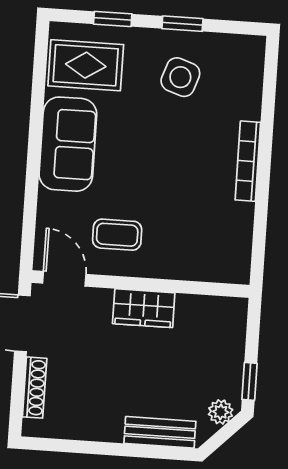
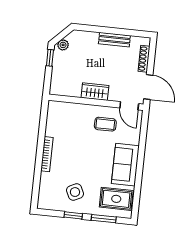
window: (113, 19) -> (104, 219), width x1.50
side table: (180, 77) -> (75, 192), turned 45
bench: (160, 432) -> (114, 40), moved

